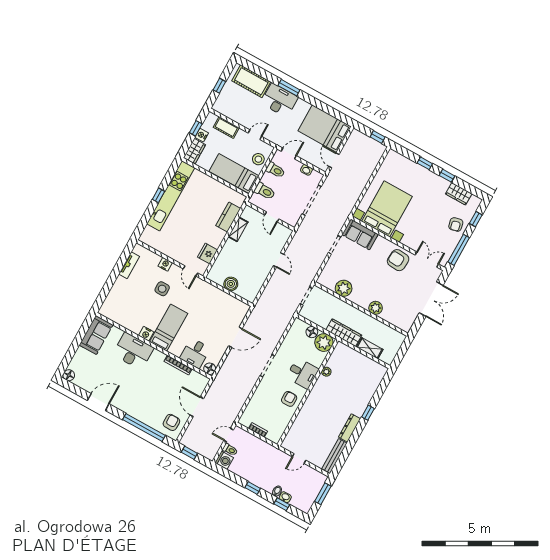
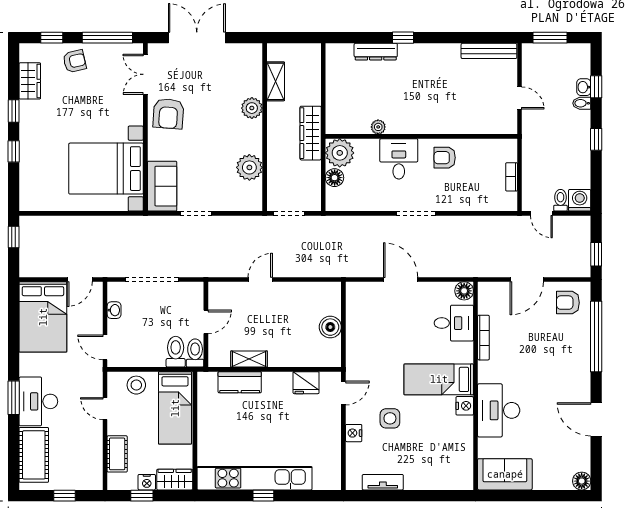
toilet: (275, 170) -> (195, 353), moved
shelving: (370, 348) -> (276, 81), moved
dresser: (349, 428) -> (376, 52), moved

